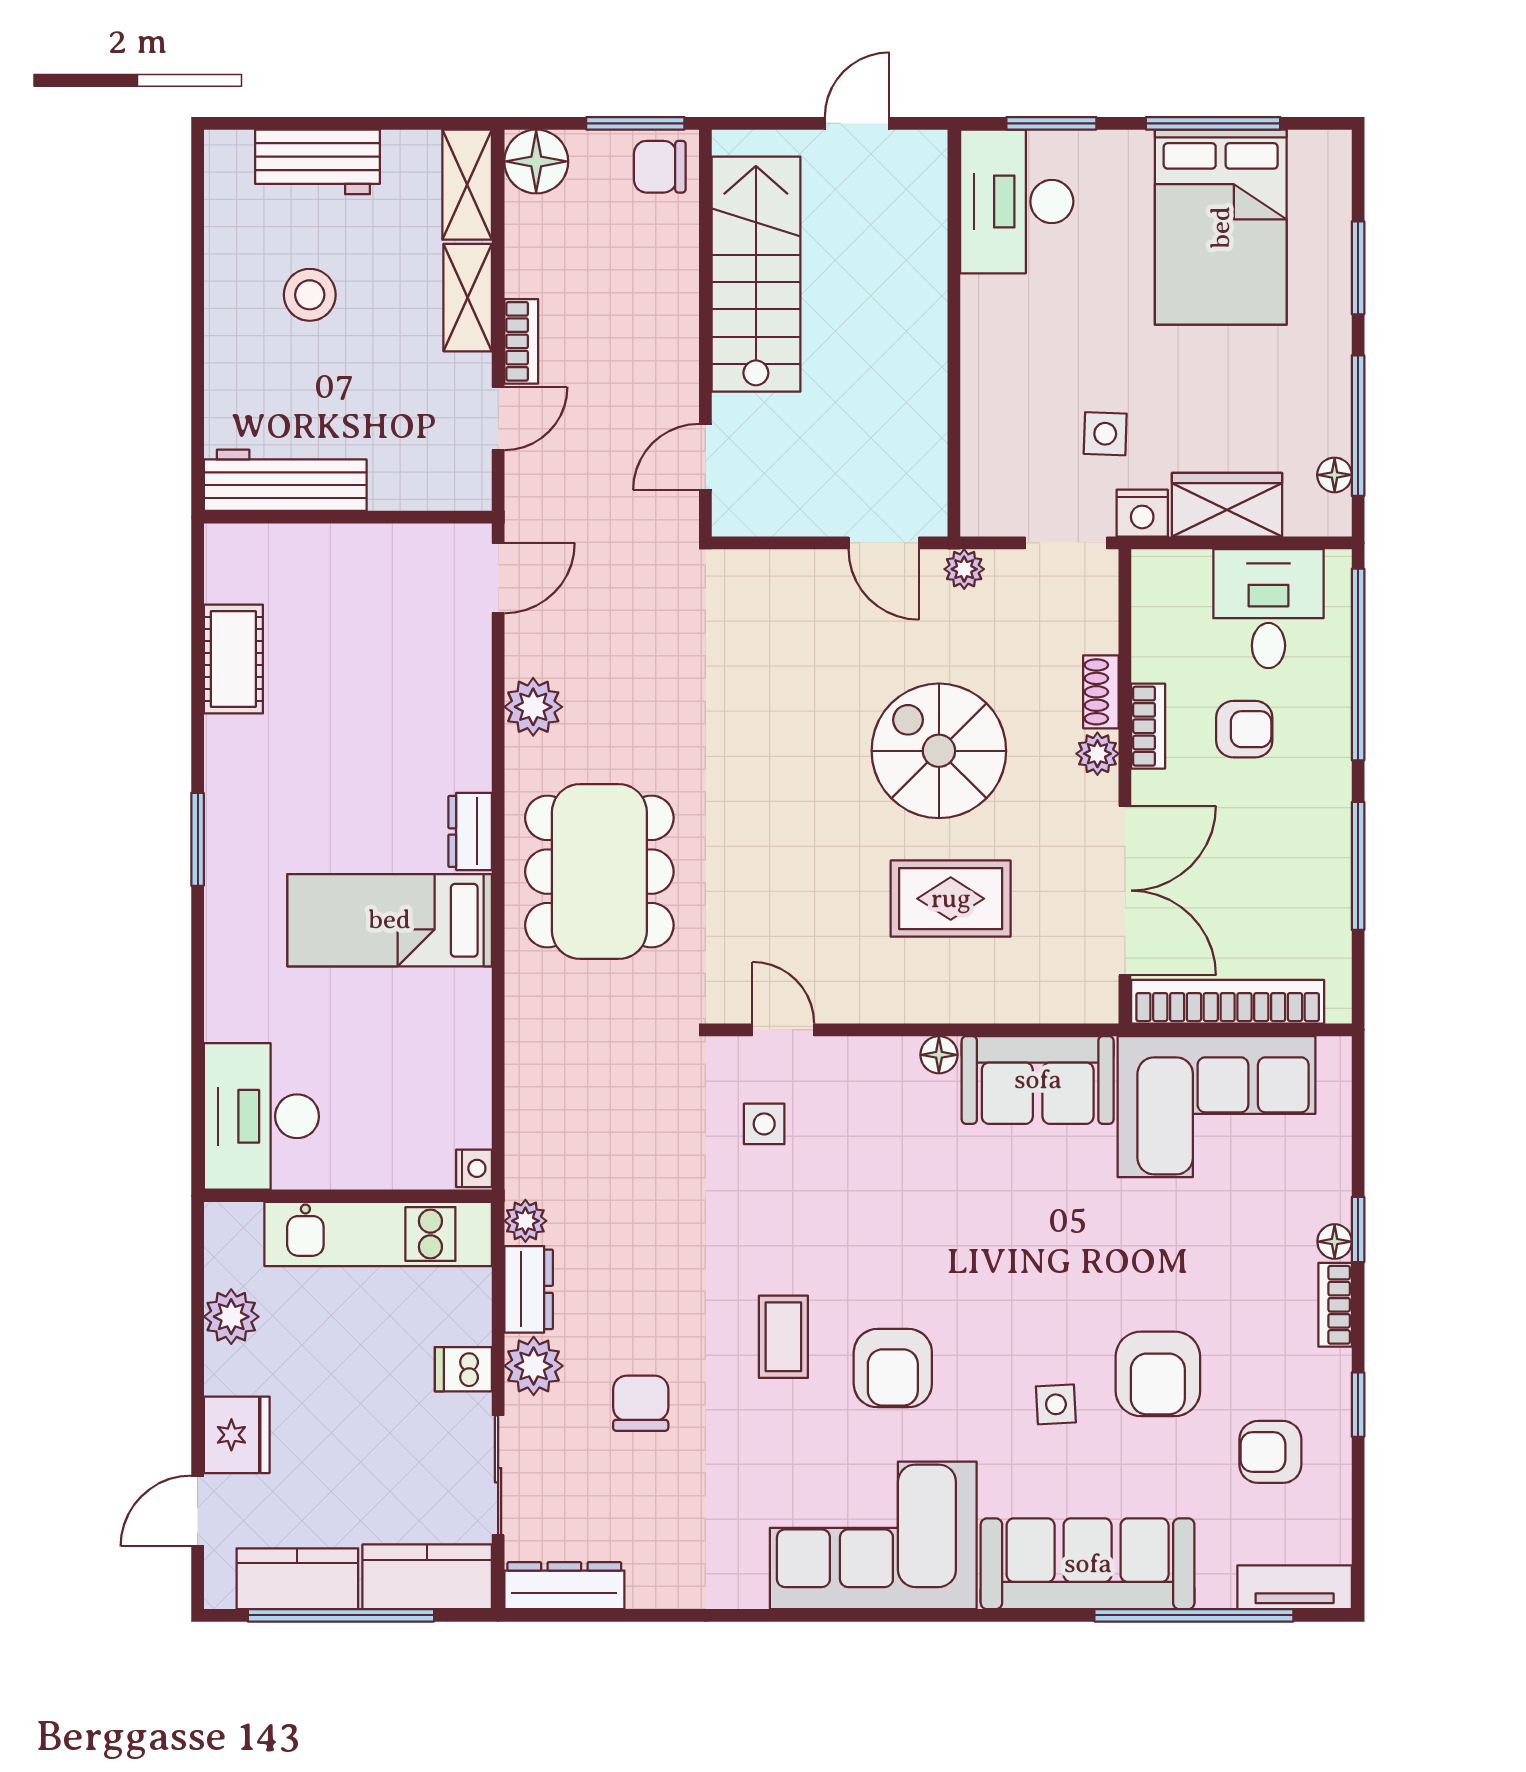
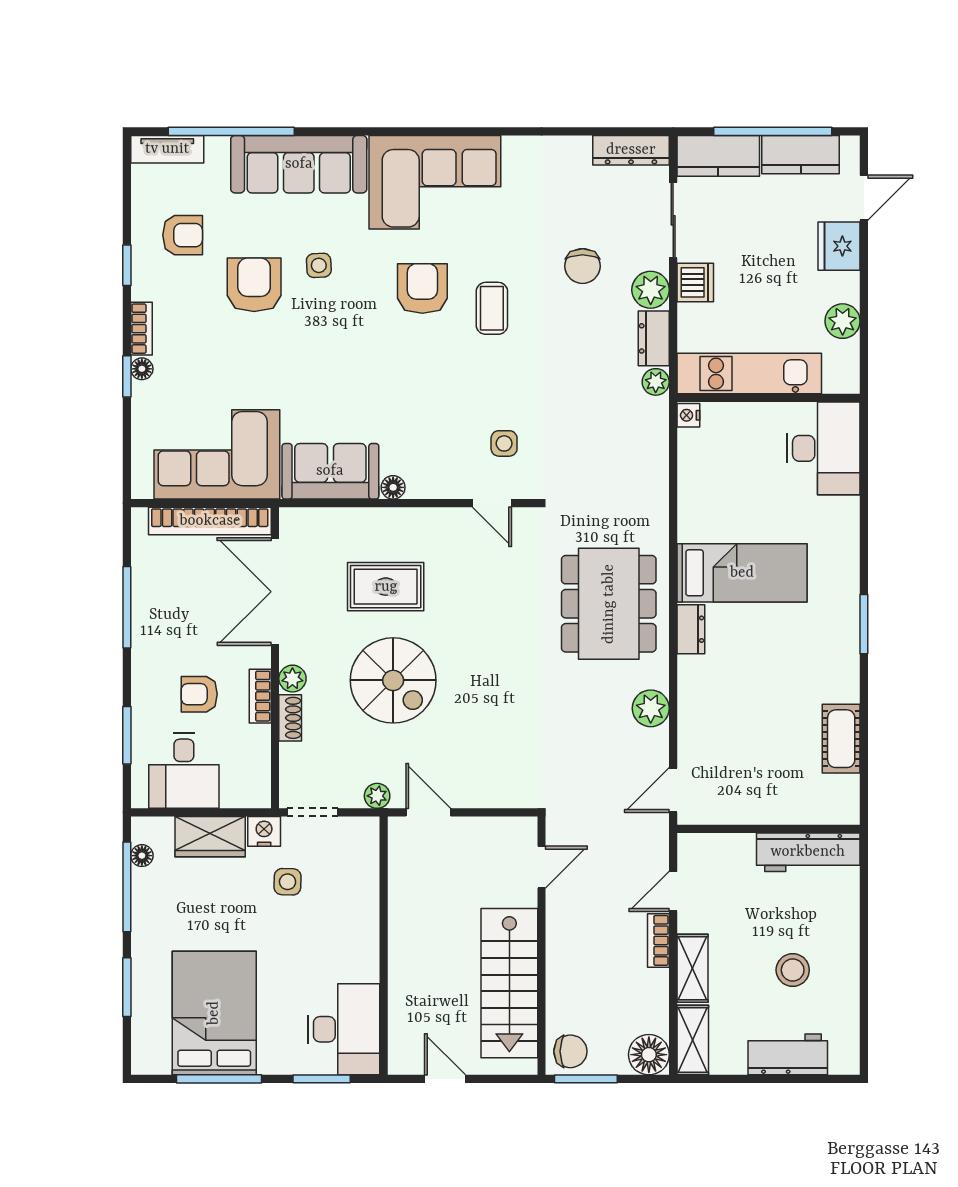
door: (857, 123) -> (445, 1079), swing flipped
window: (1358, 665) -> (127, 735), width x0.47
dishwasher: (463, 1369) -> (695, 282), width x1.38

